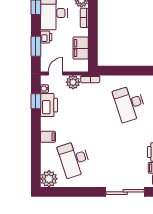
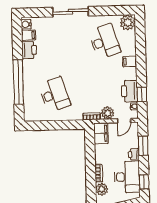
filing cabinet: (81, 48) -> (101, 133), moved
sliding door: (125, 192) -> (70, 12), moved

